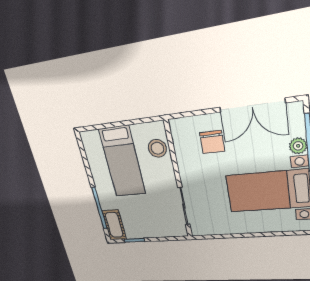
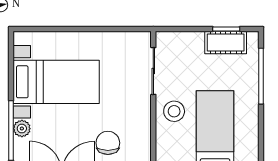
stool: (157, 148) -> (174, 111), moved
cot: (114, 225) -> (226, 42), moved, turned 90

